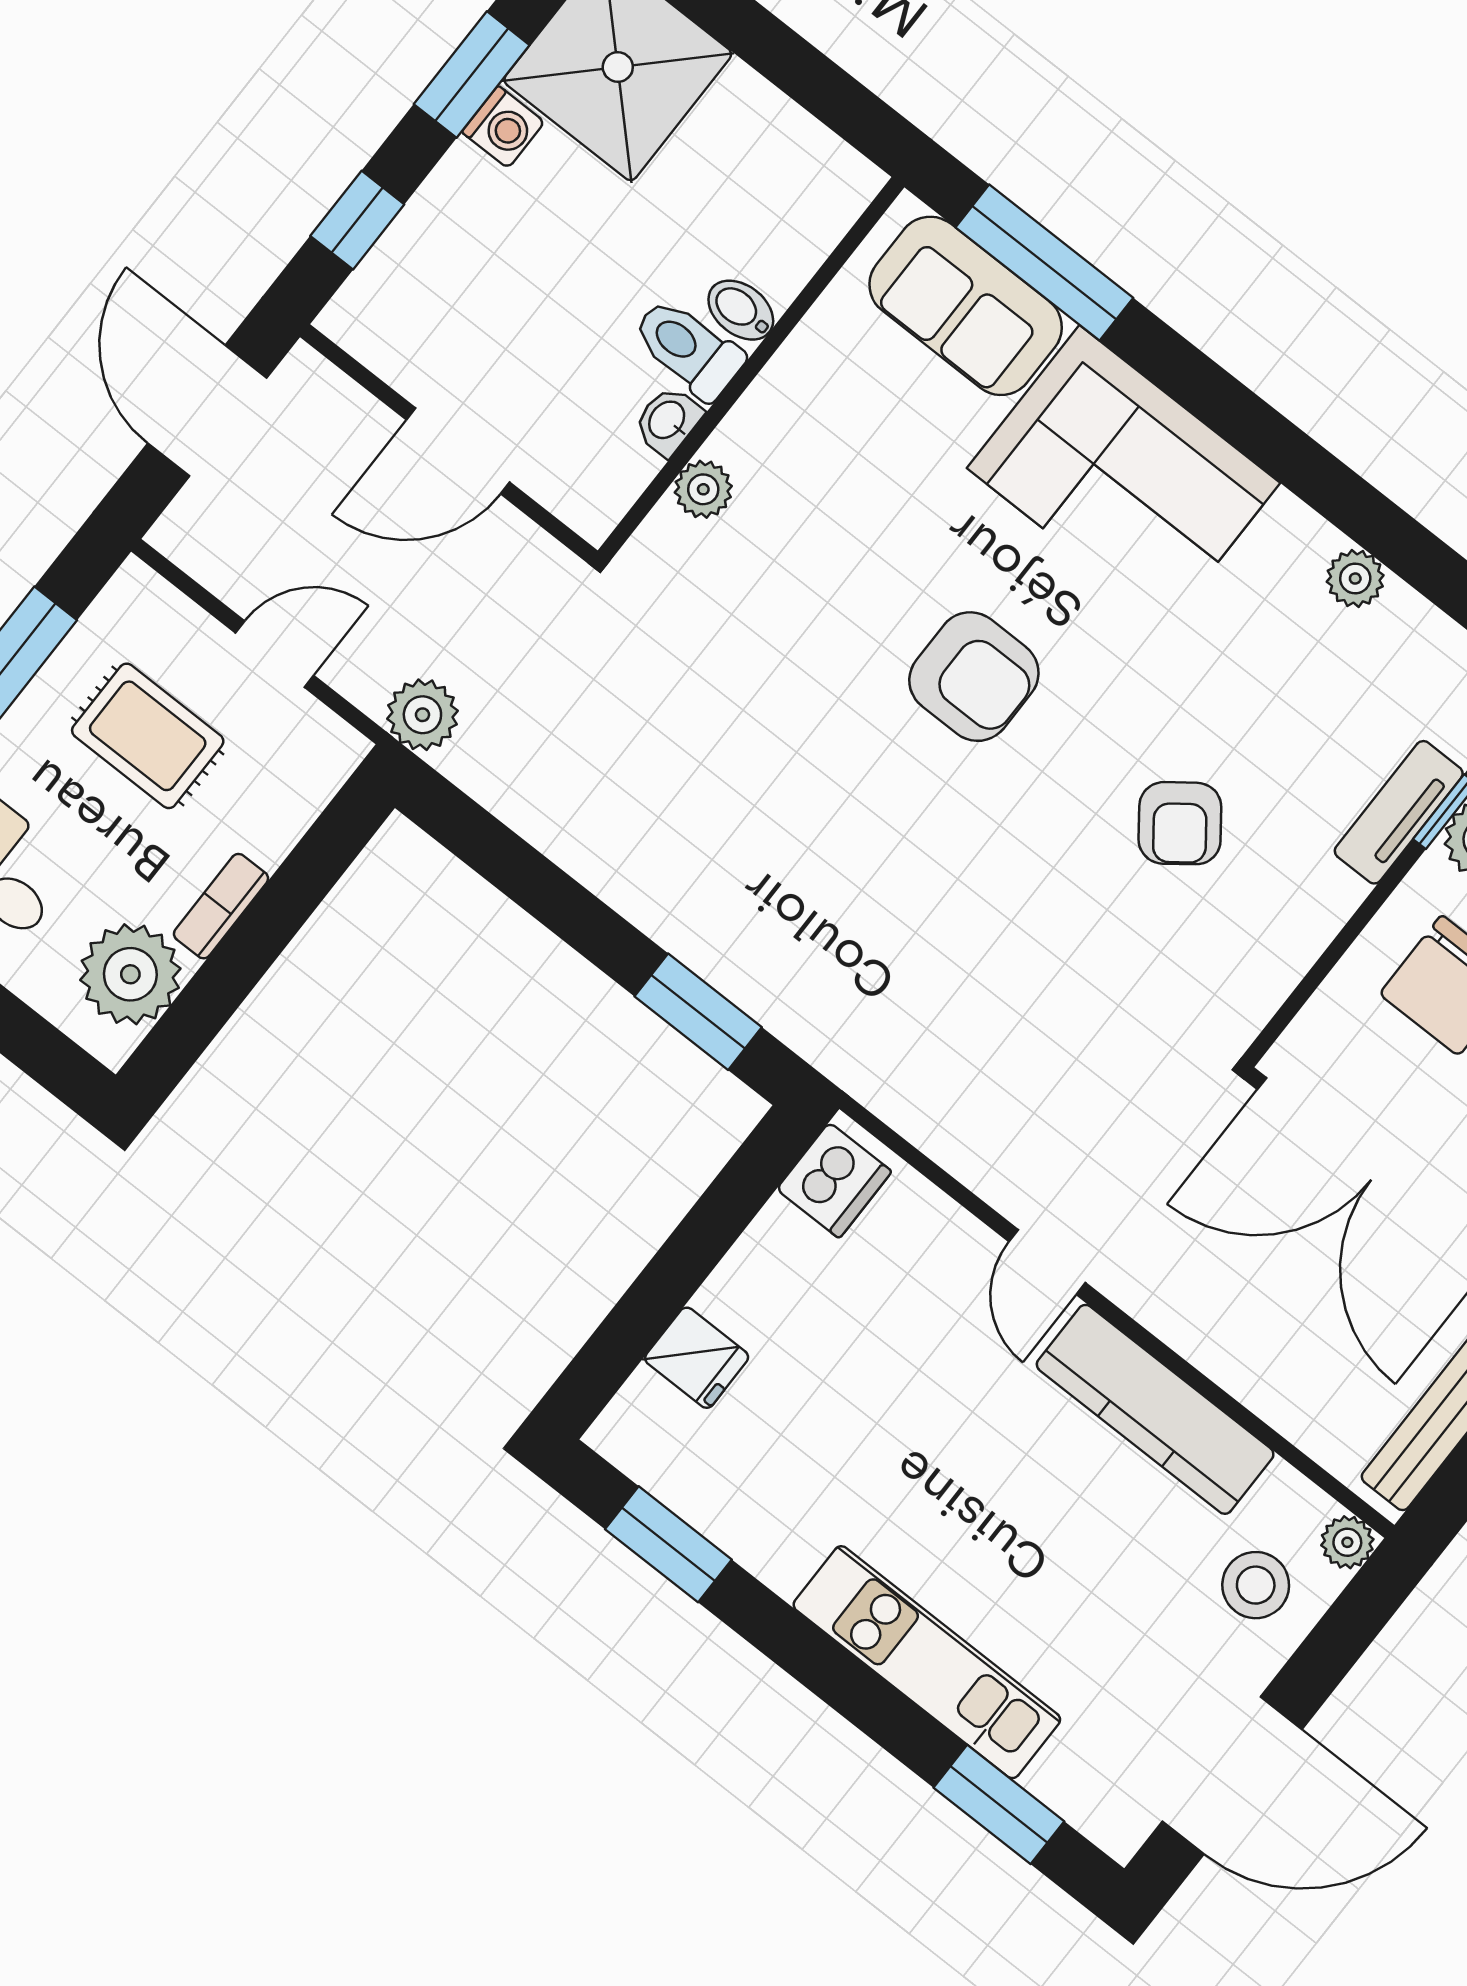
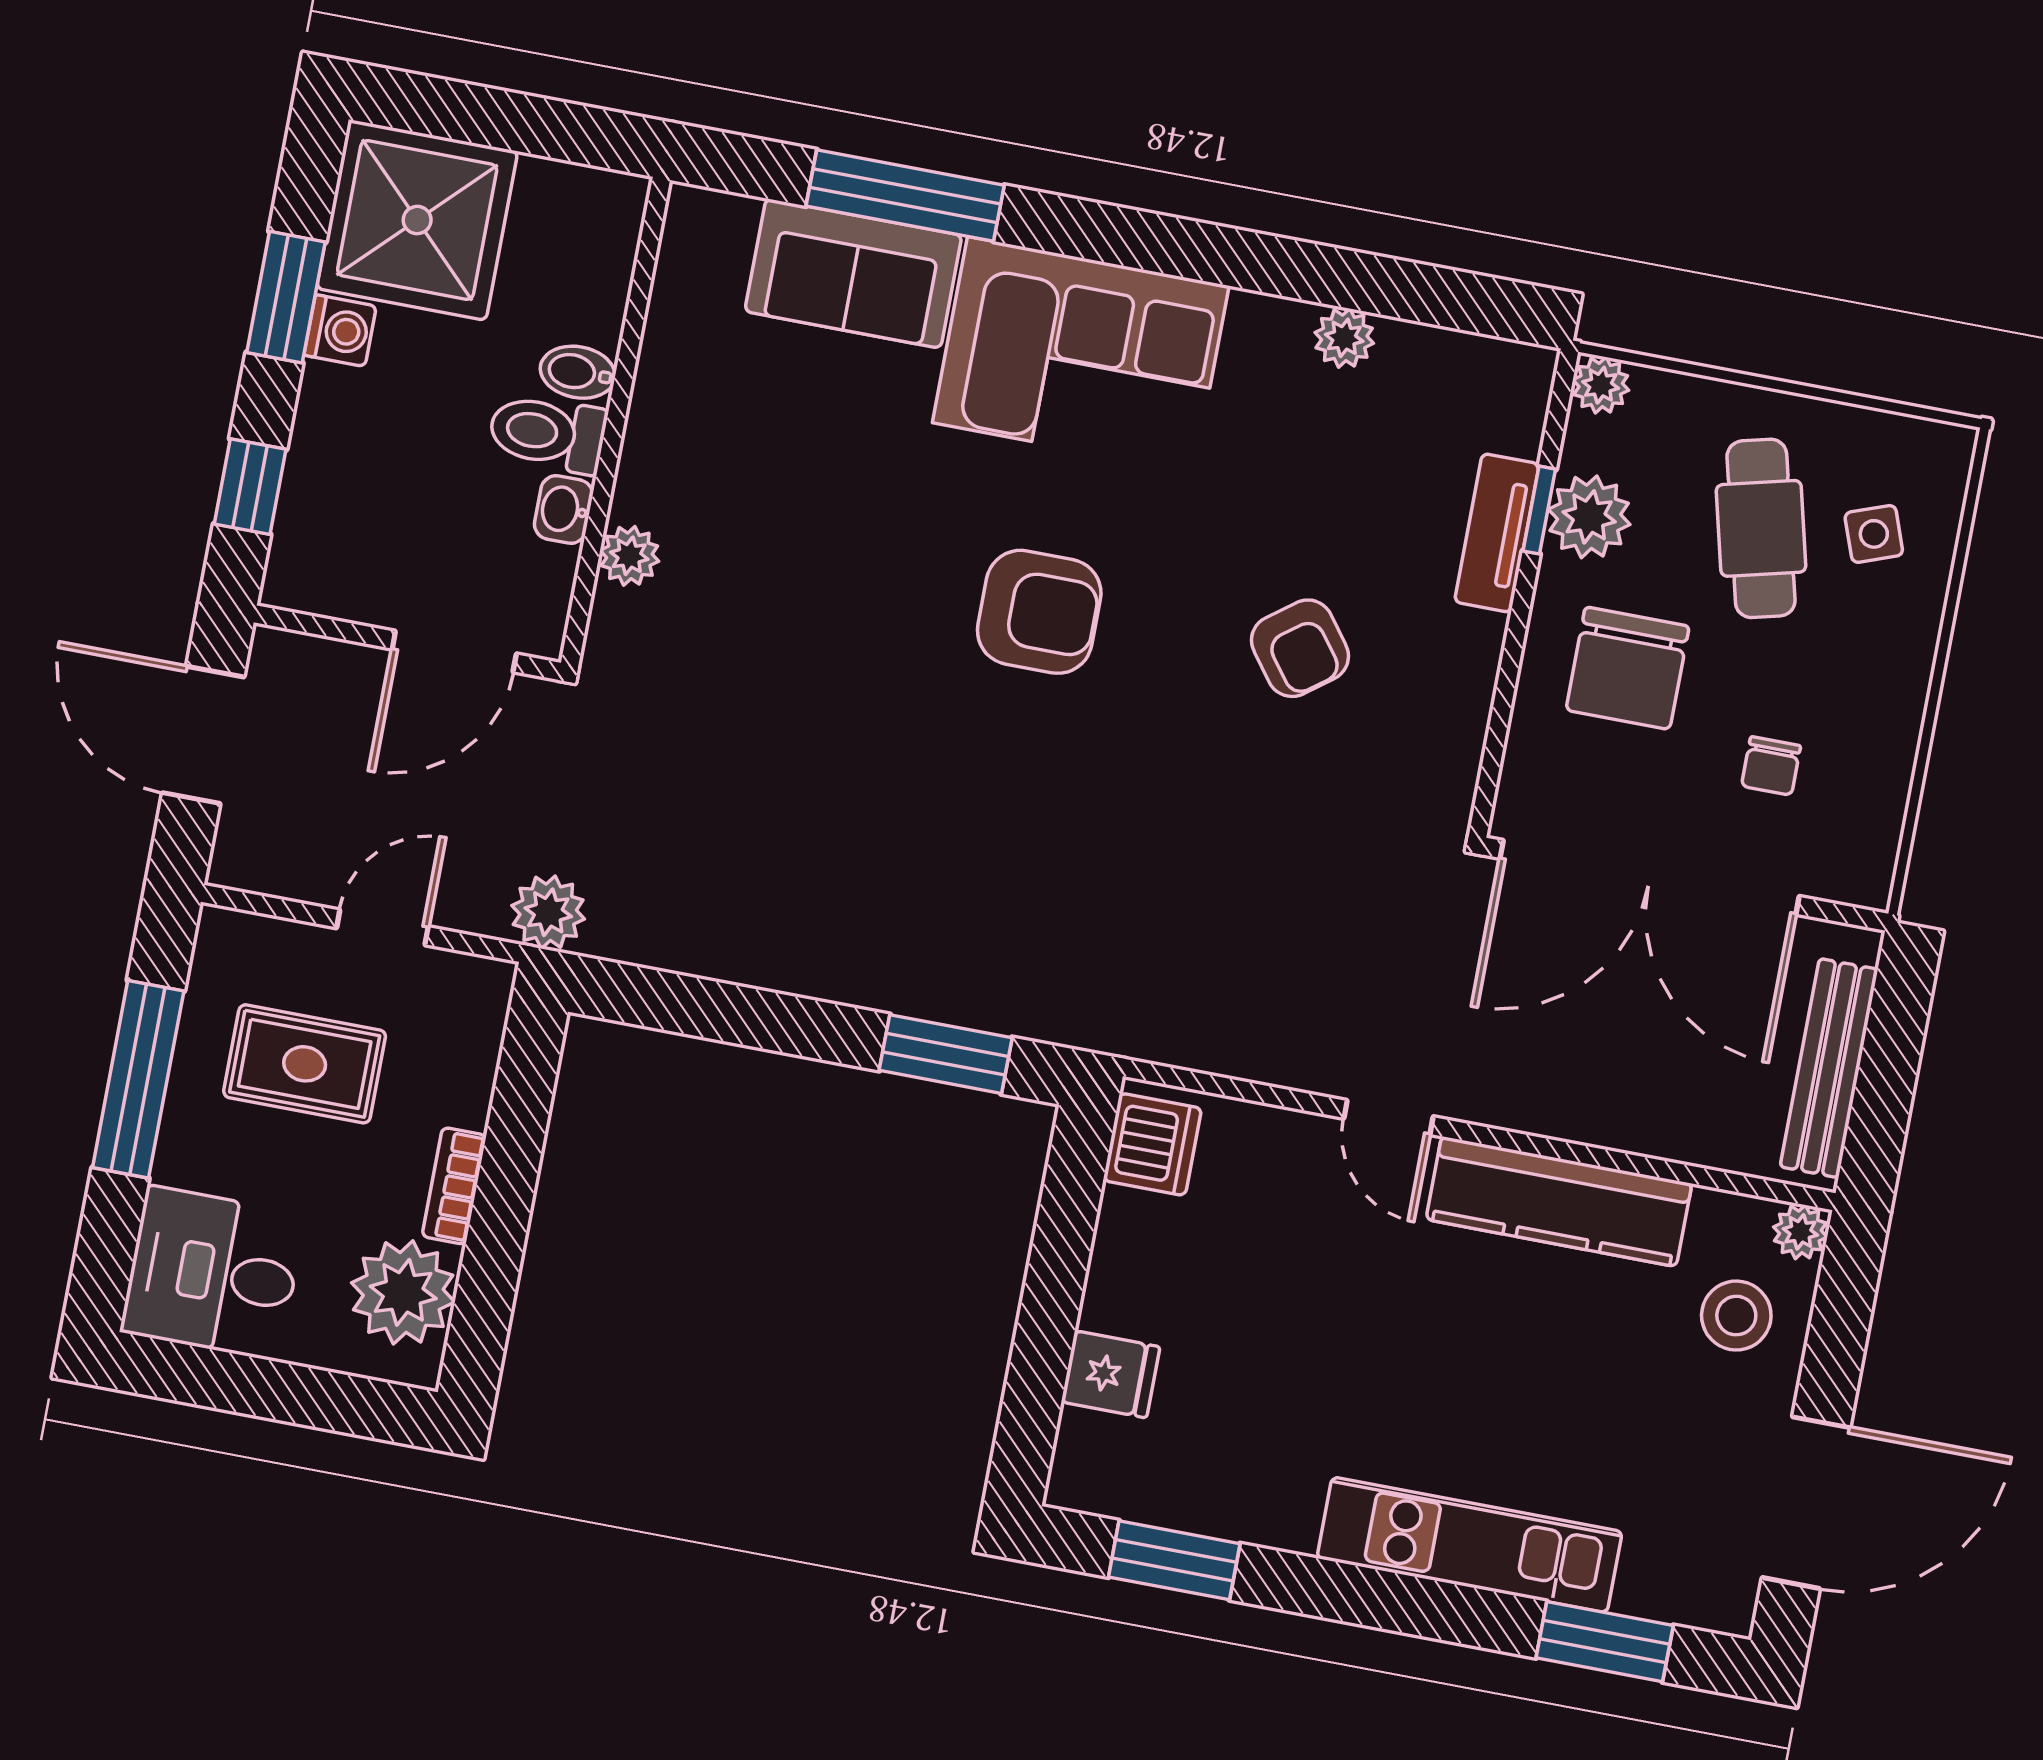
bidet: (741, 310) -> (578, 372), moved
toilet: (688, 348) -> (547, 433), moved
wall: (751, 369) -> (615, 422), moved
washbasin: (668, 421) -> (564, 509), moved
plant: (703, 489) -> (629, 556), moved

